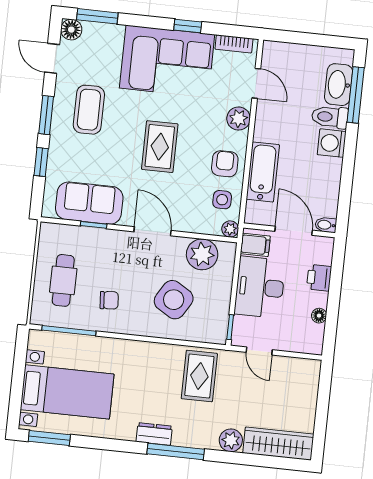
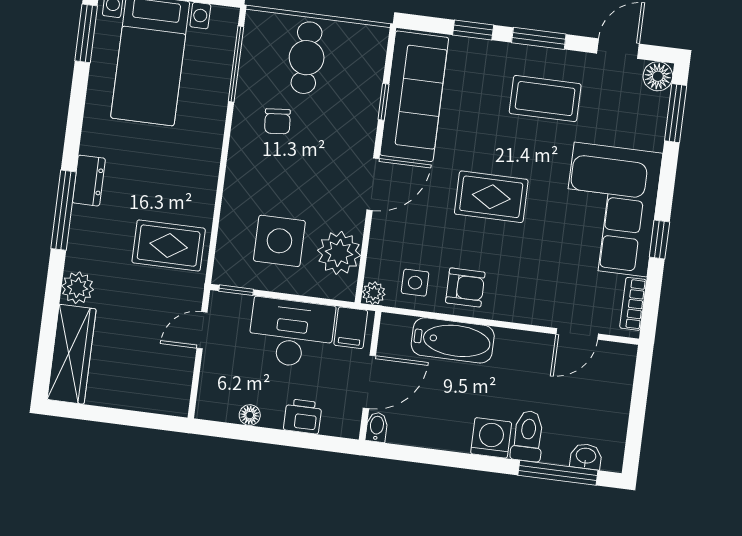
washbasin: (339, 85) -> (586, 456), width x0.52, depth x0.69
plant: (239, 119) -> (528, 308), removed
sofa: (89, 203) -> (414, 96), width x1.36
cafe table: (63, 280) -> (307, 58), turned 90
side table: (174, 300) -> (279, 241), moved, turned -31

